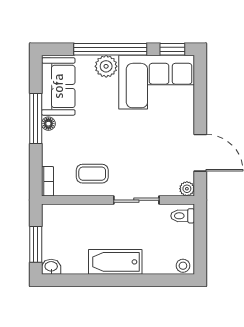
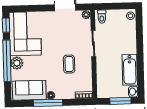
coffee table: (92, 174) -> (69, 64), moved
bathtub: (115, 262) -> (130, 70), moved

